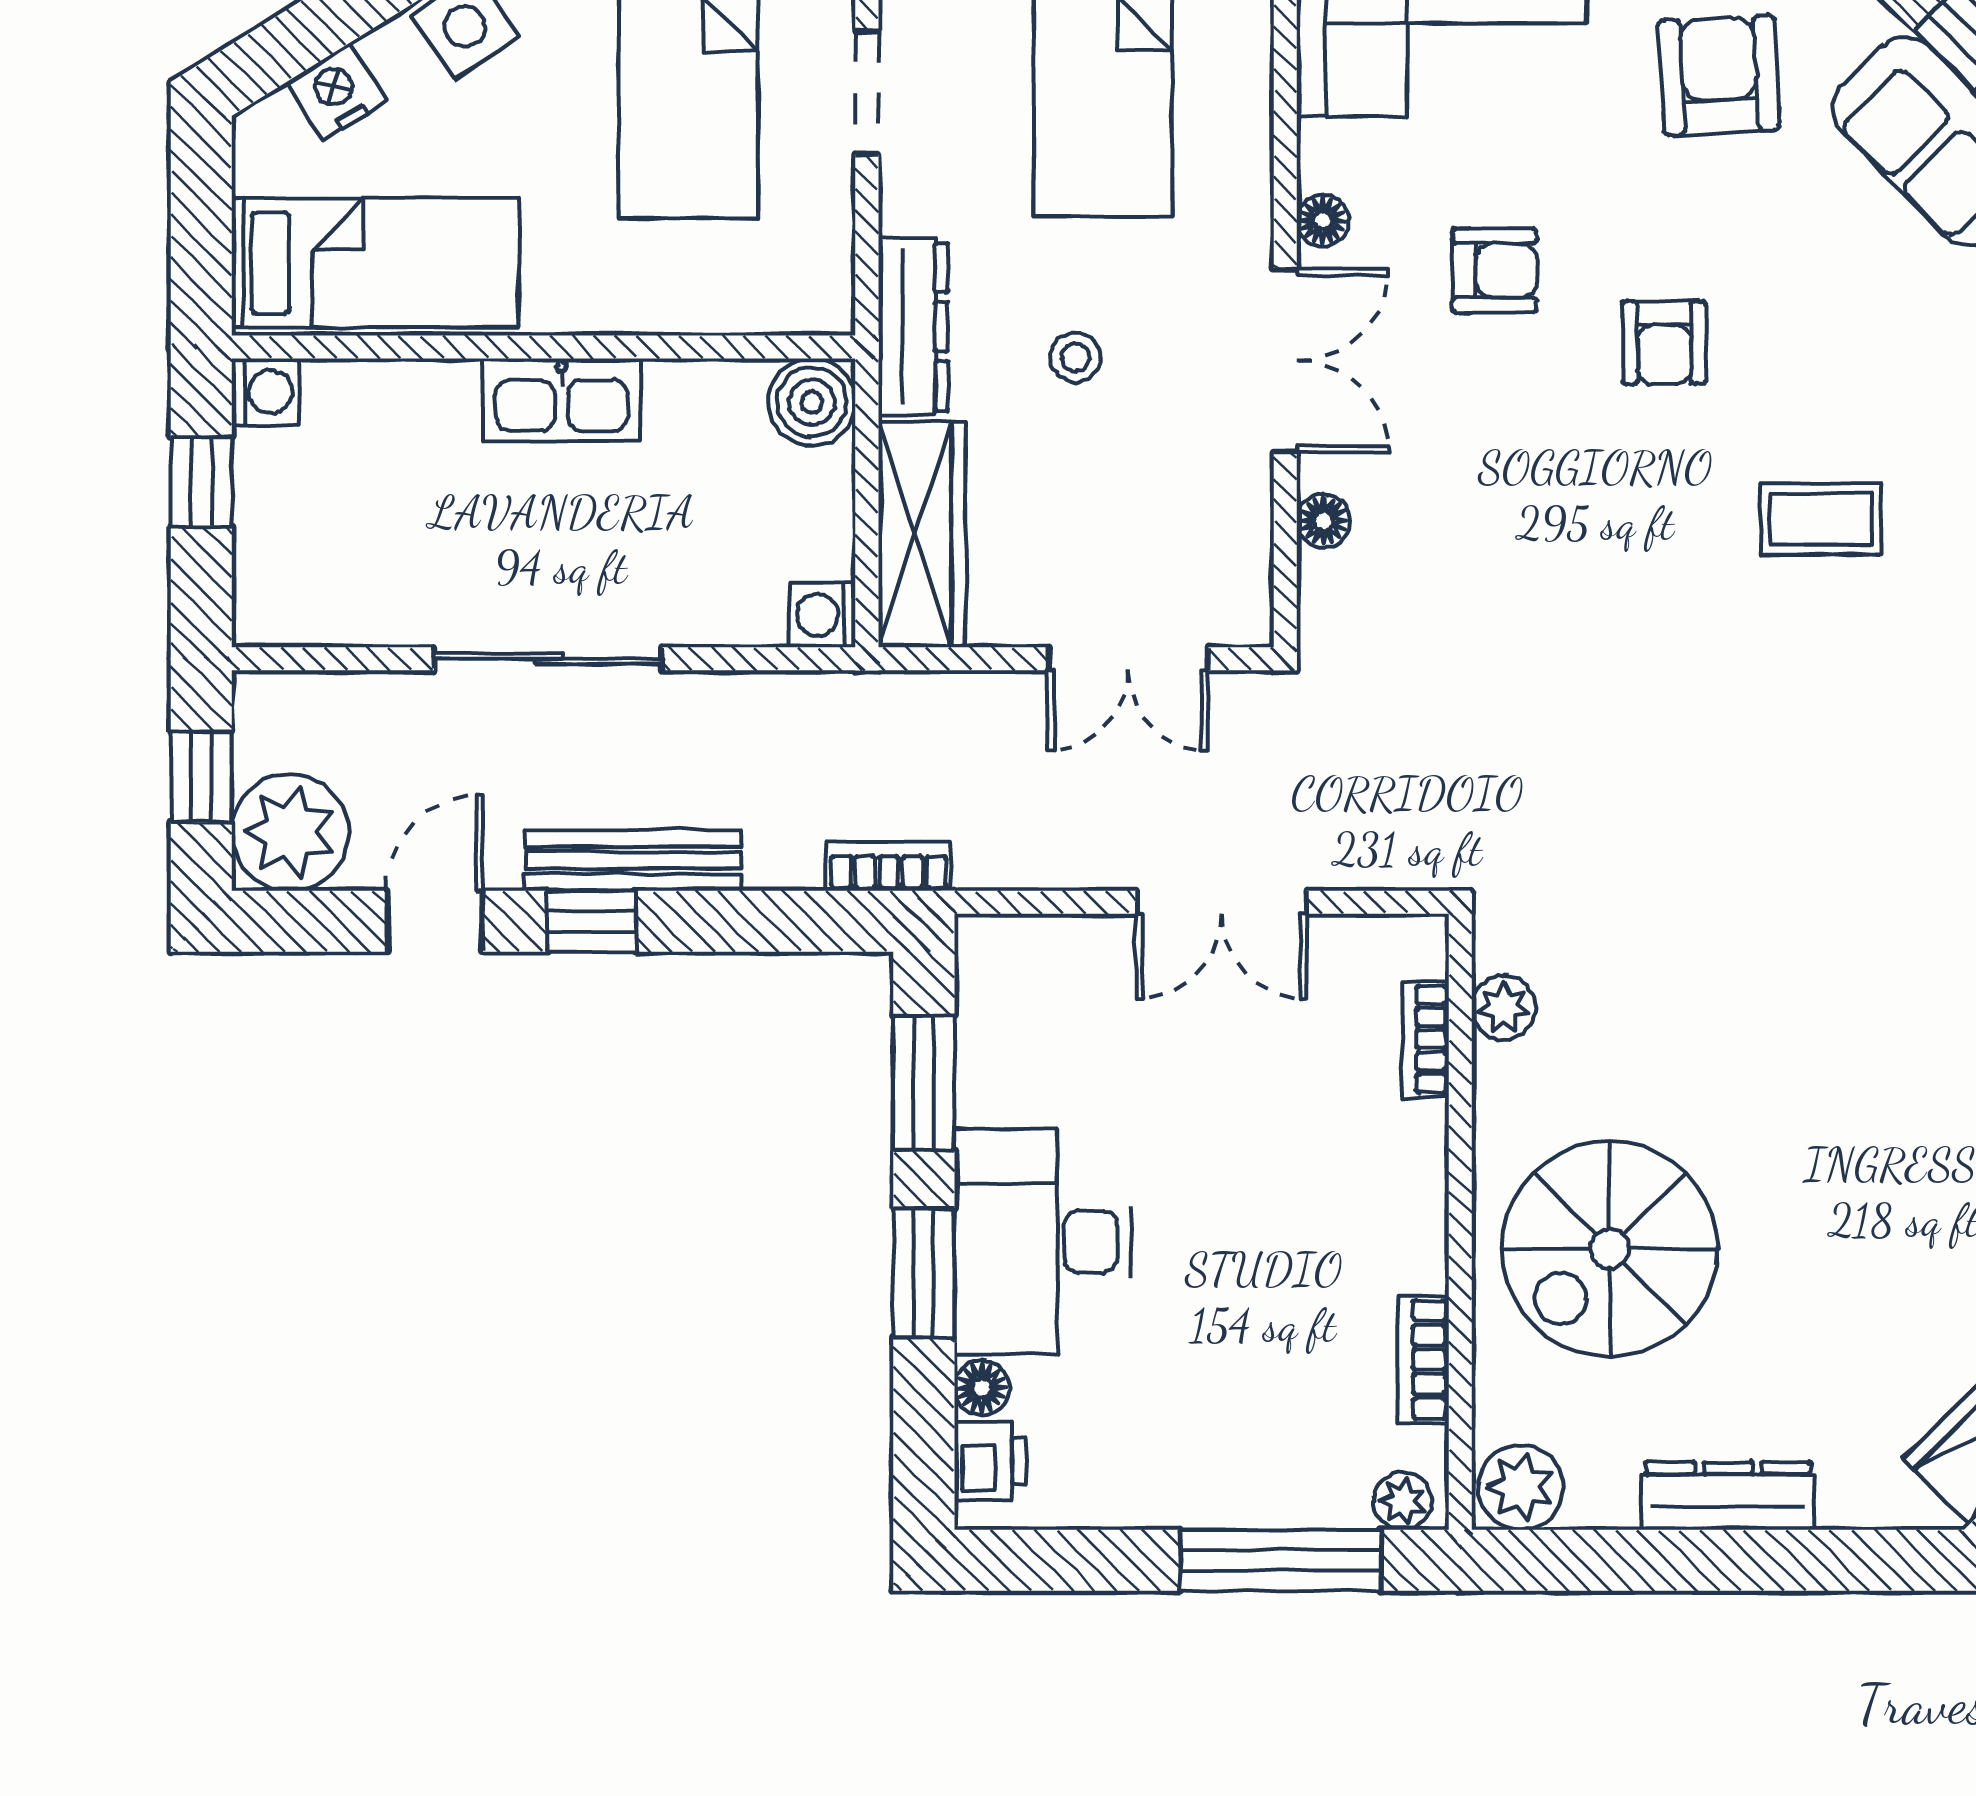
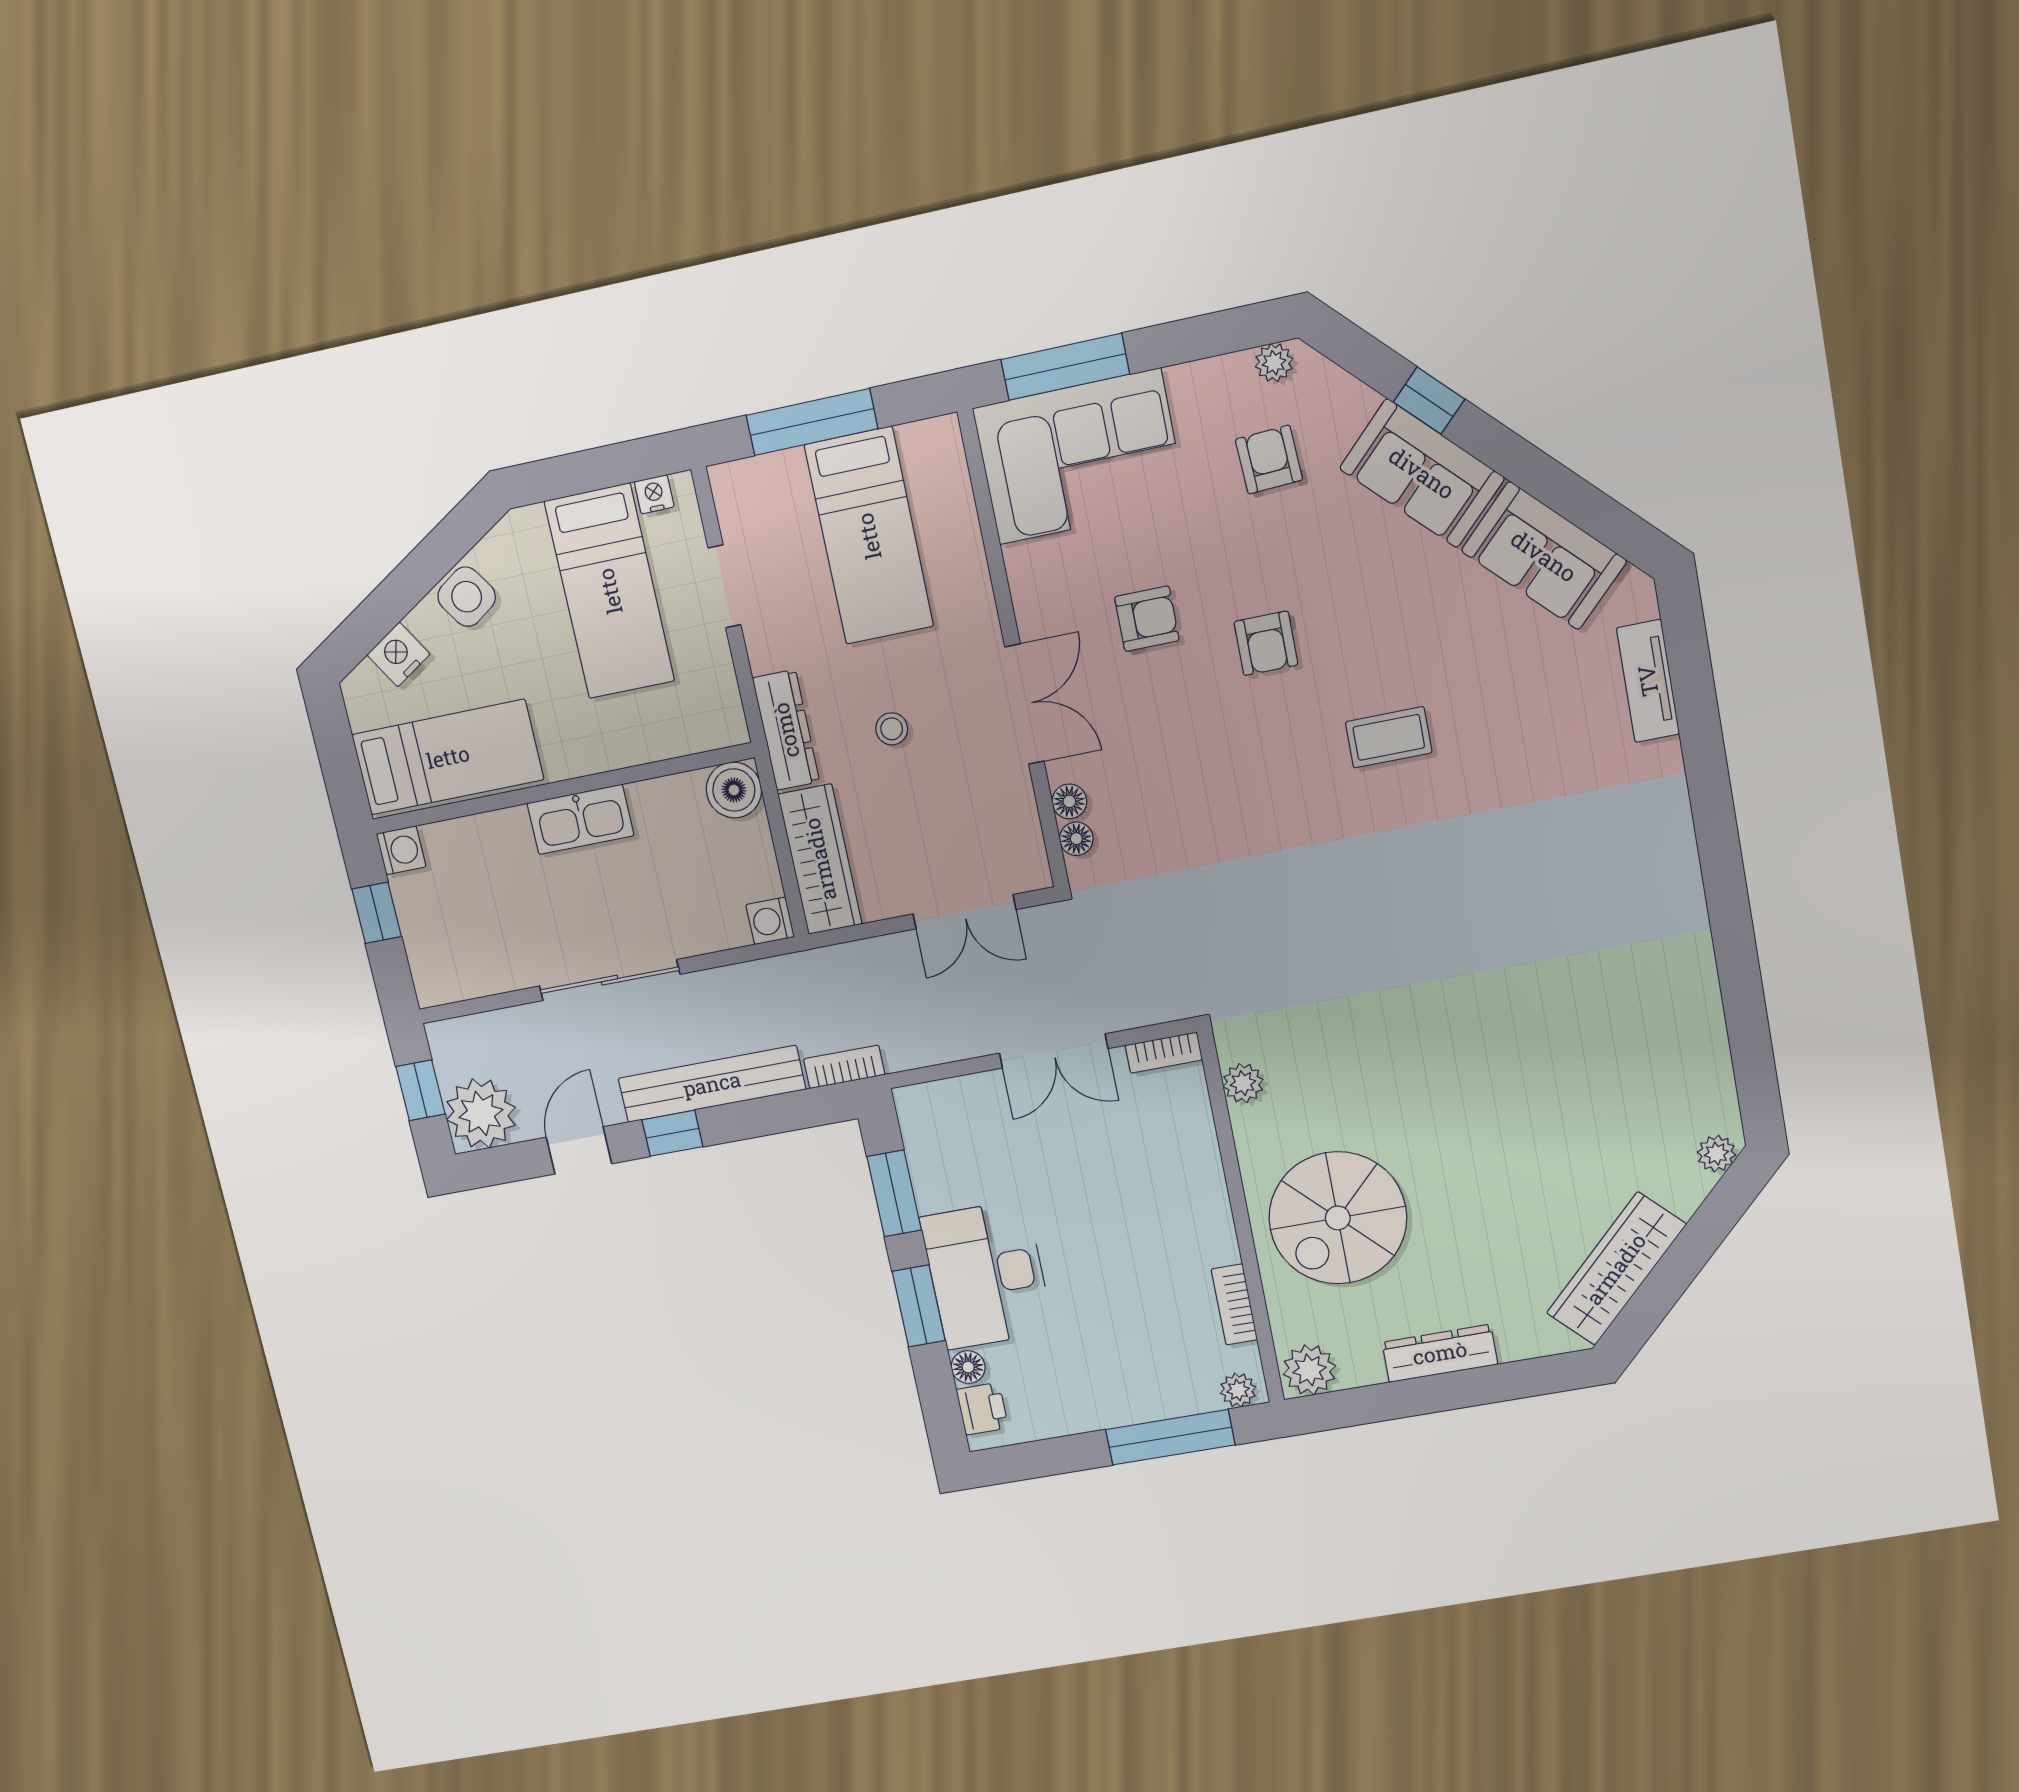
armchair: (1719, 75) -> (1269, 460), width x0.72, depth x0.72
floor lamp: (1323, 221) -> (1076, 839), moved
bench: (633, 860) -> (712, 1084), width x1.37, depth x1.21
bookcase: (1426, 1039) -> (1164, 1053), moved, turned -90

